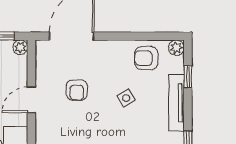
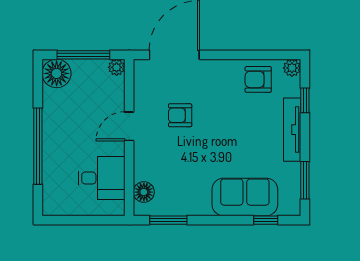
armchair: (77, 90) -> (180, 115), turned 90
side table: (126, 98) -> (236, 124), removed

